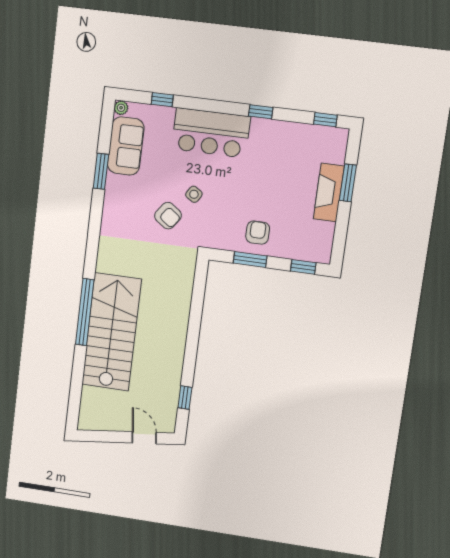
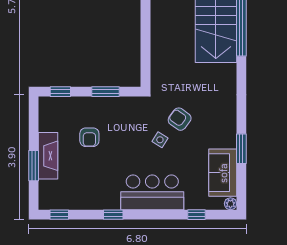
armchair: (258, 233) -> (89, 137), moved

